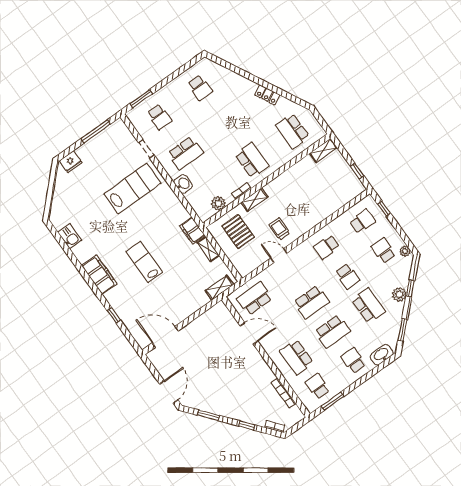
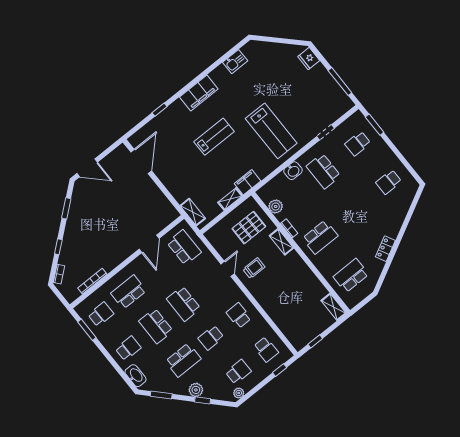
lab bench: (133, 189) -> (271, 131), moved

